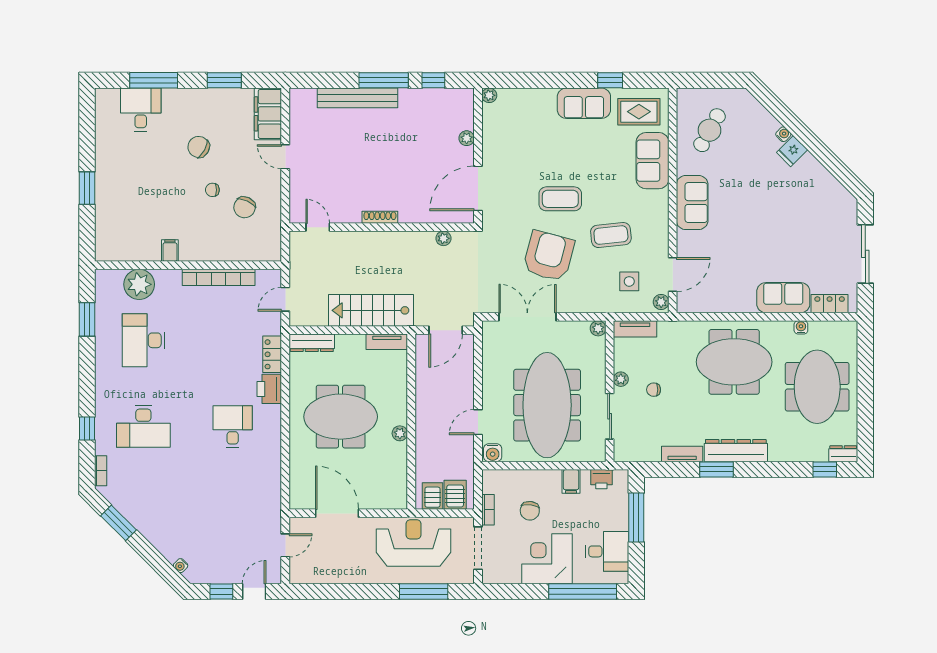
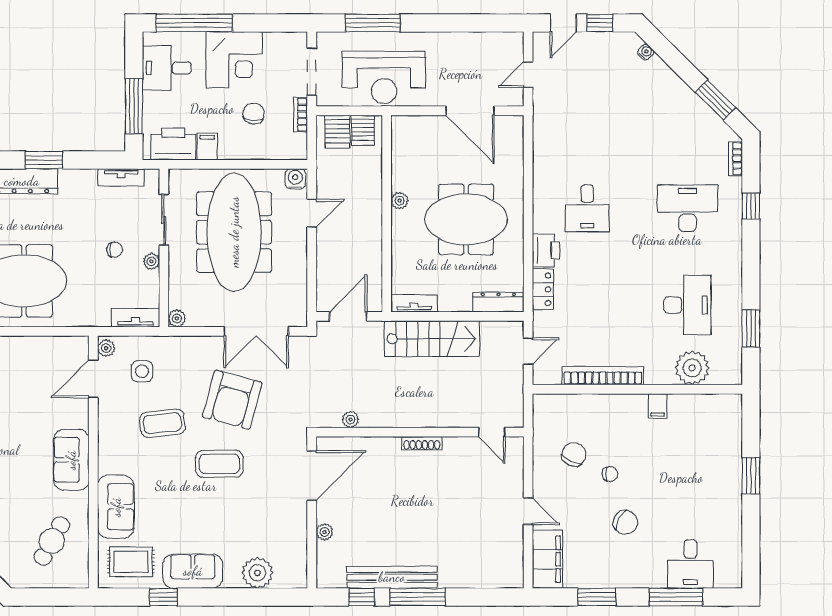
plant: (489, 95) -> (257, 573), moved, width x1.87, depth x1.87
bench: (358, 98) -> (392, 577), moved
tv unit: (682, 454) -> (121, 177), moved
printer: (601, 479) -> (173, 144), width x1.87, depth x1.48

